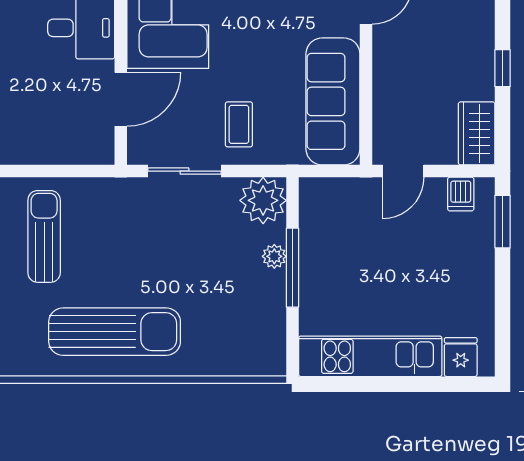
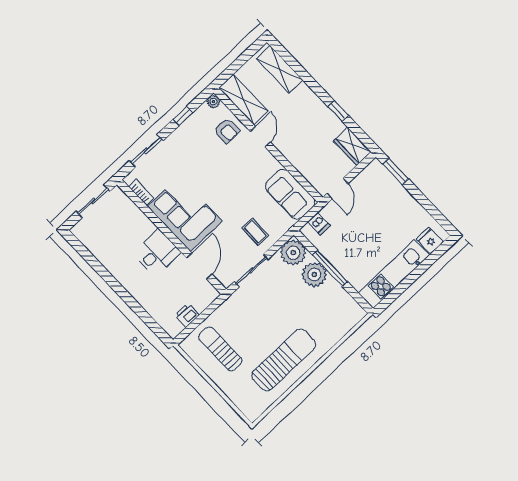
sofa: (333, 101) -> (290, 194), width x0.73
printer: (42, 149) -> (187, 315), added
dishwasher: (461, 194) -> (319, 224), moved
plant: (274, 256) -> (314, 274), width x1.88, depth x1.88

